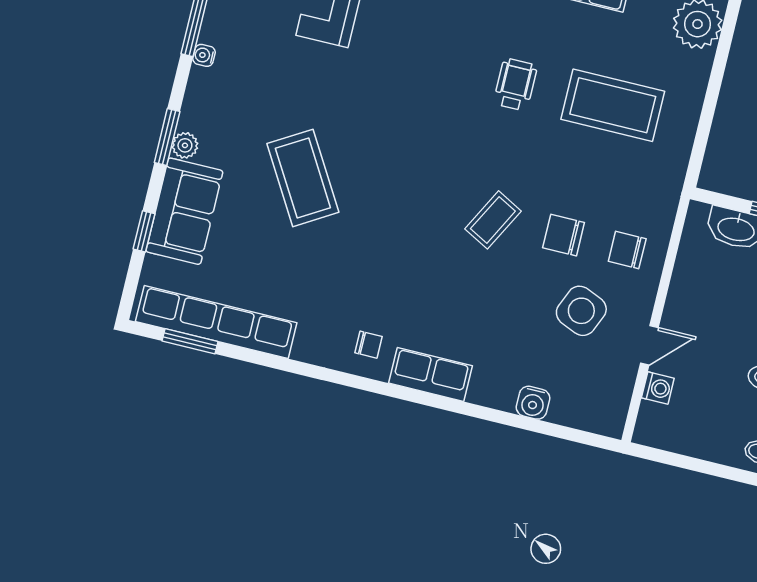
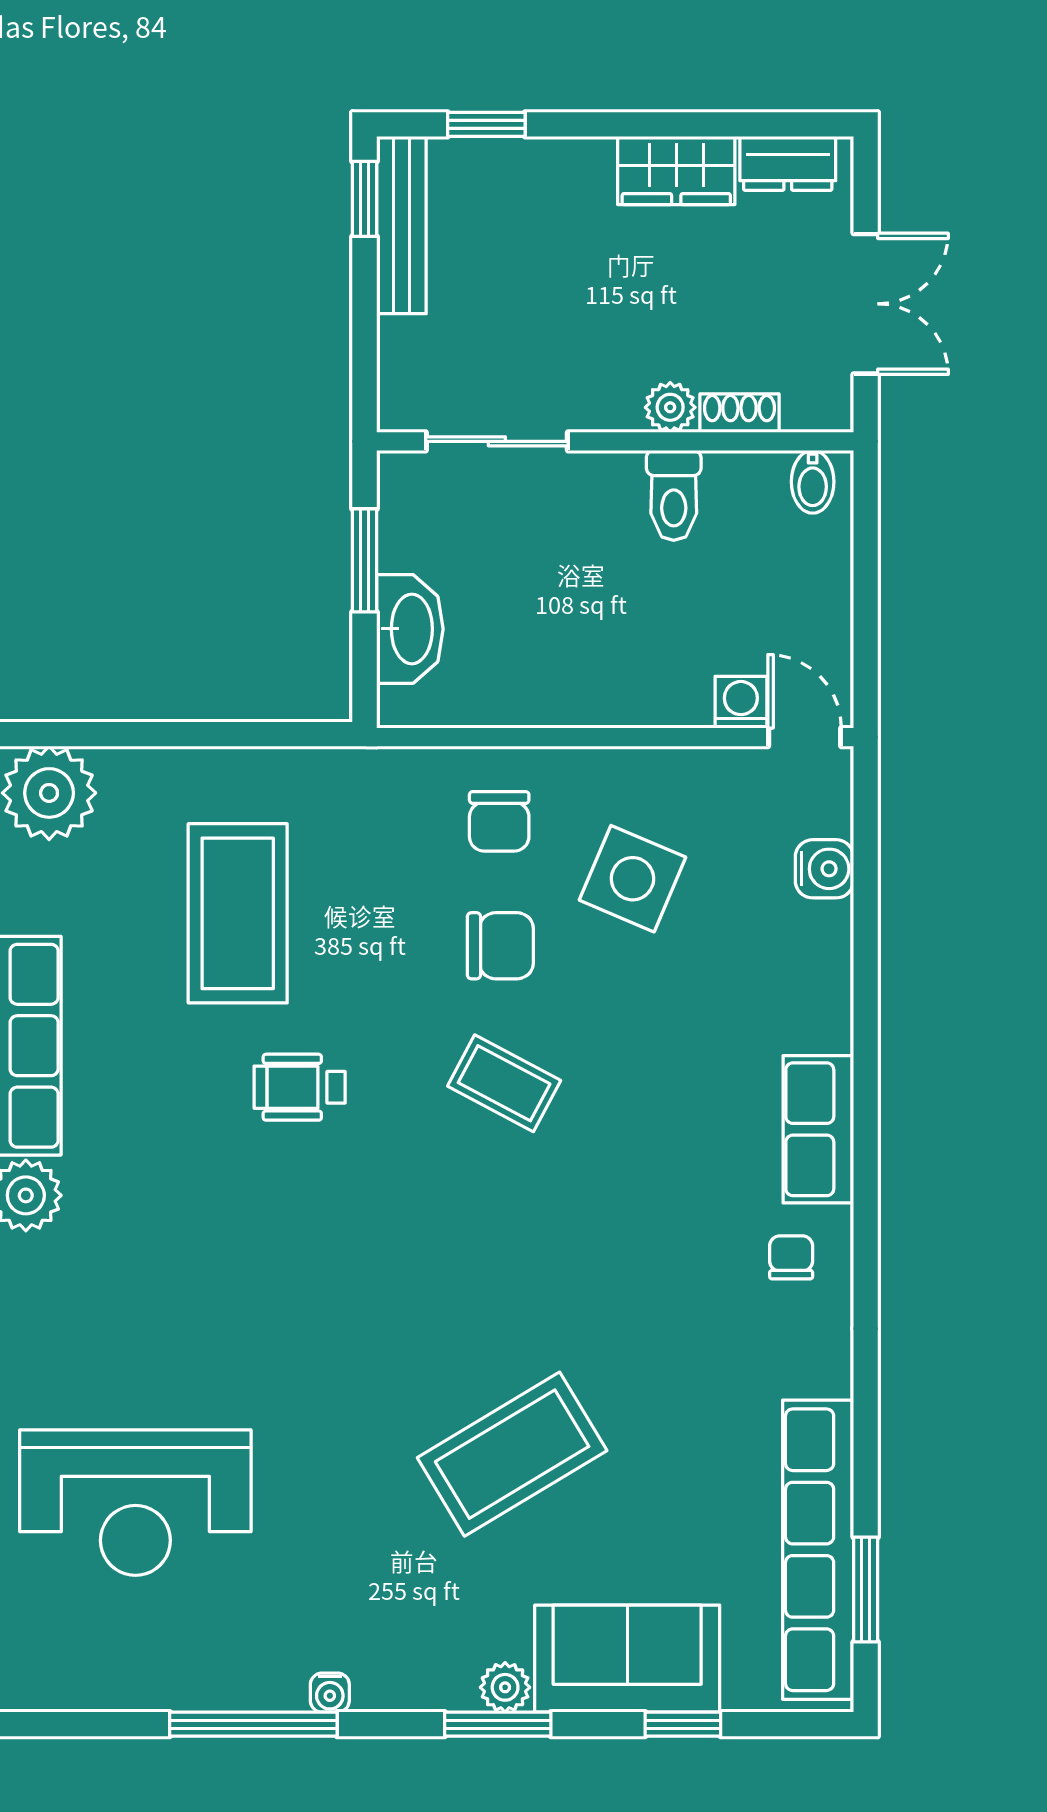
wheelchair: (515, 85) -> (300, 1087), moved
chair: (564, 235) -> (500, 946), turned -90
door: (649, 345) -> (805, 737), moved
water cooler: (533, 403) -> (824, 869), moved

